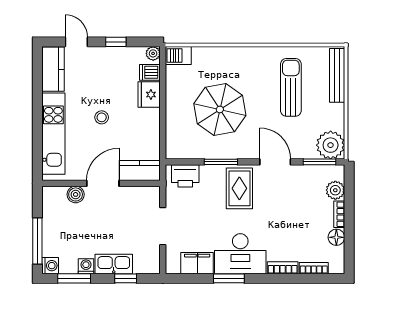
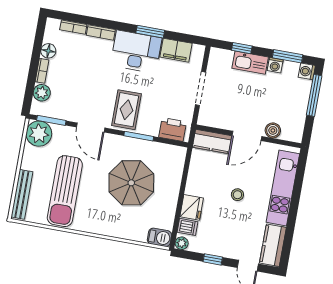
sun lounger: (291, 87) -> (65, 191), width x1.36, depth x1.34

